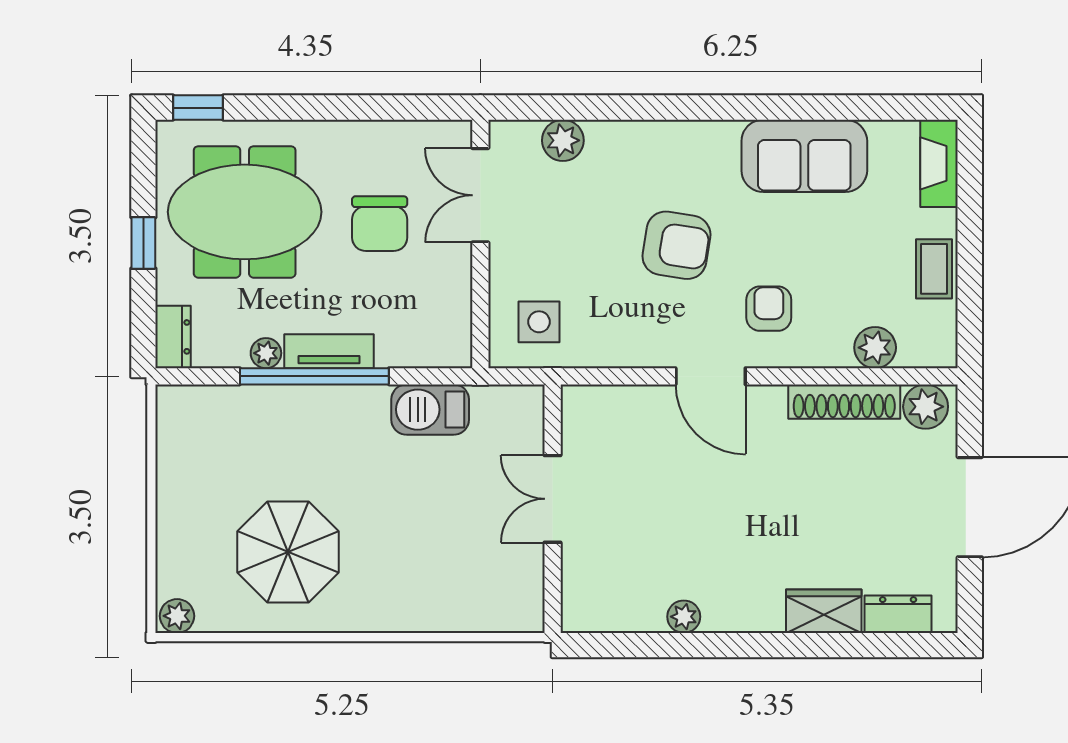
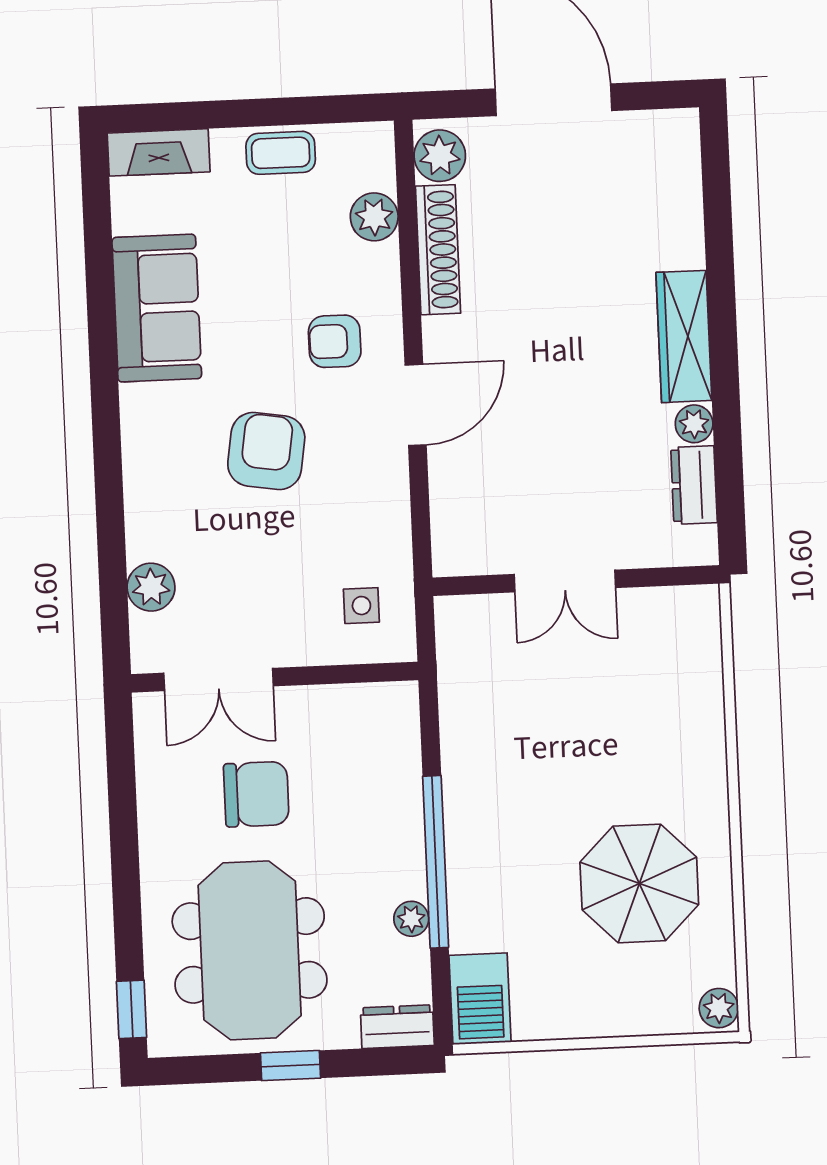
side table: (539, 322) -> (361, 606), width x0.73, depth x0.73
tv unit: (329, 351) -> (406, 846), removed
barbecue: (430, 410) -> (480, 999), moved
wardrobe: (824, 611) -> (684, 336), moved, width x1.50
dresser: (898, 614) -> (694, 485), moved

